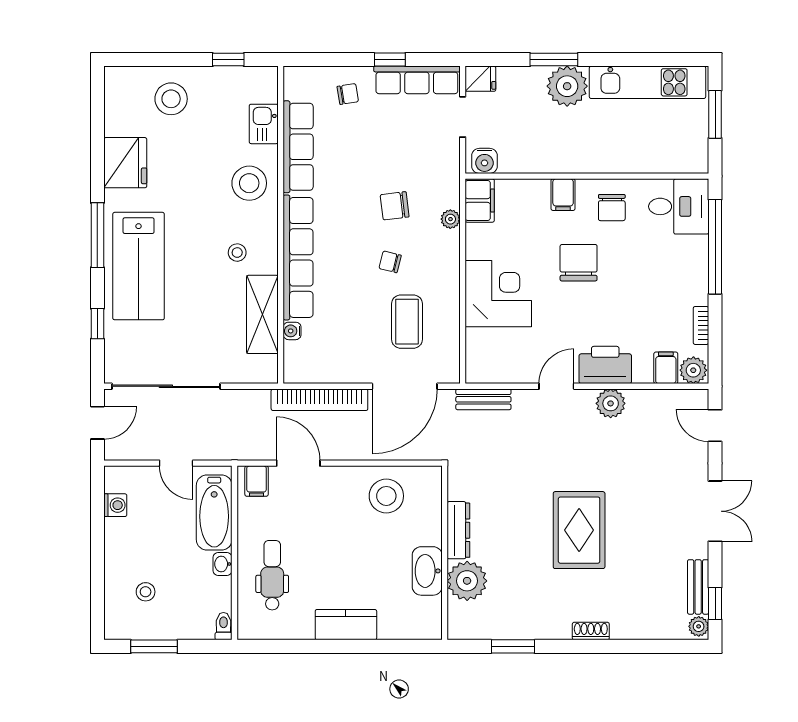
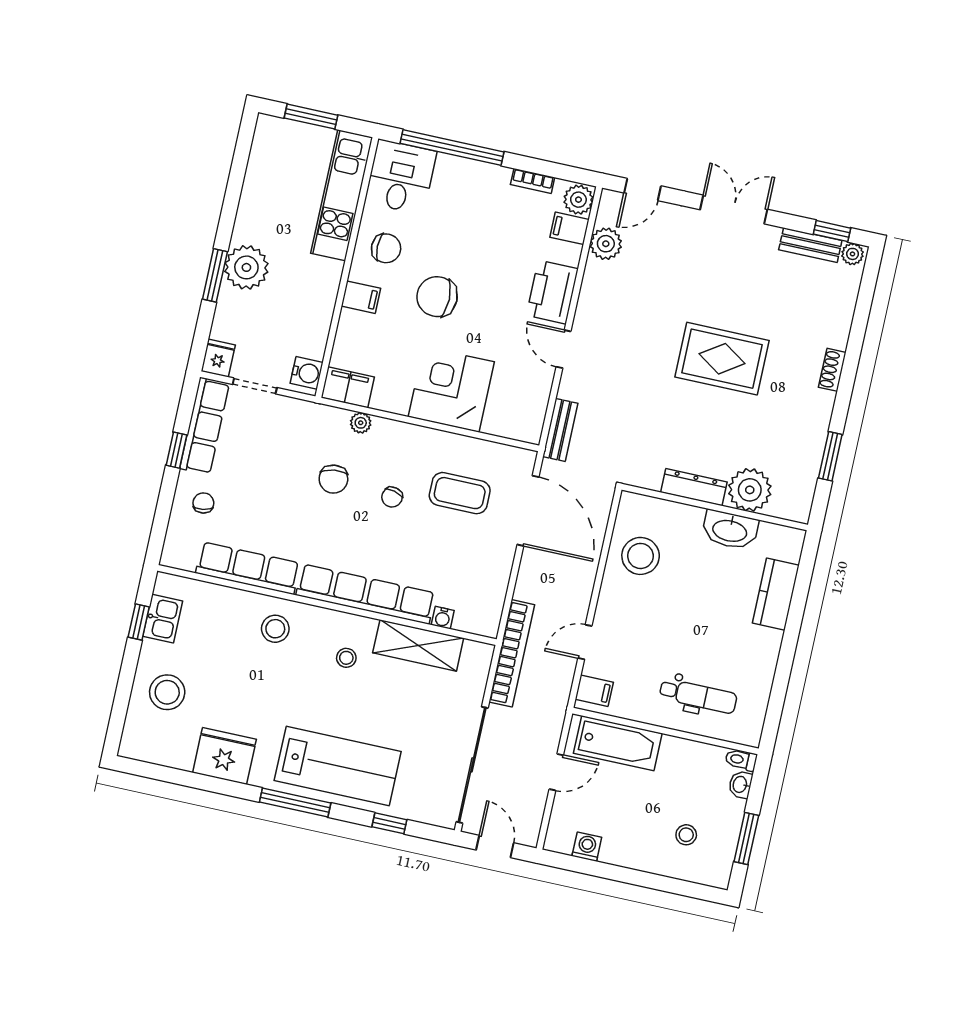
kitchen unit: (647, 82) -> (342, 195), moved, turned 180
kitchen sink: (264, 124) -> (163, 619), moved, turned -90
stool: (249, 183) -> (275, 629), width x0.73, depth x0.73
bookcase: (319, 400) -> (512, 653), moved
plant: (611, 403) -> (606, 244), moved
door: (298, 463) -> (585, 642), width x0.73
washbasin: (222, 564) -> (740, 785), moved, turned 90
dental chair: (272, 575) -> (698, 696), turned 180
kitchen counter: (346, 625) -> (776, 594), moved

